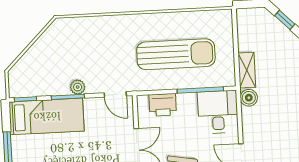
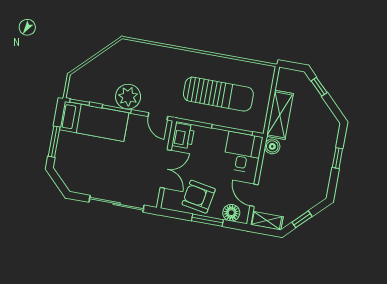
shelving: (247, 70) -> (280, 115), width x1.50, depth x1.33
plant: (78, 87) -> (128, 97), width x1.88, depth x1.88
printer: (163, 105) -> (183, 136), moved, turned -90

